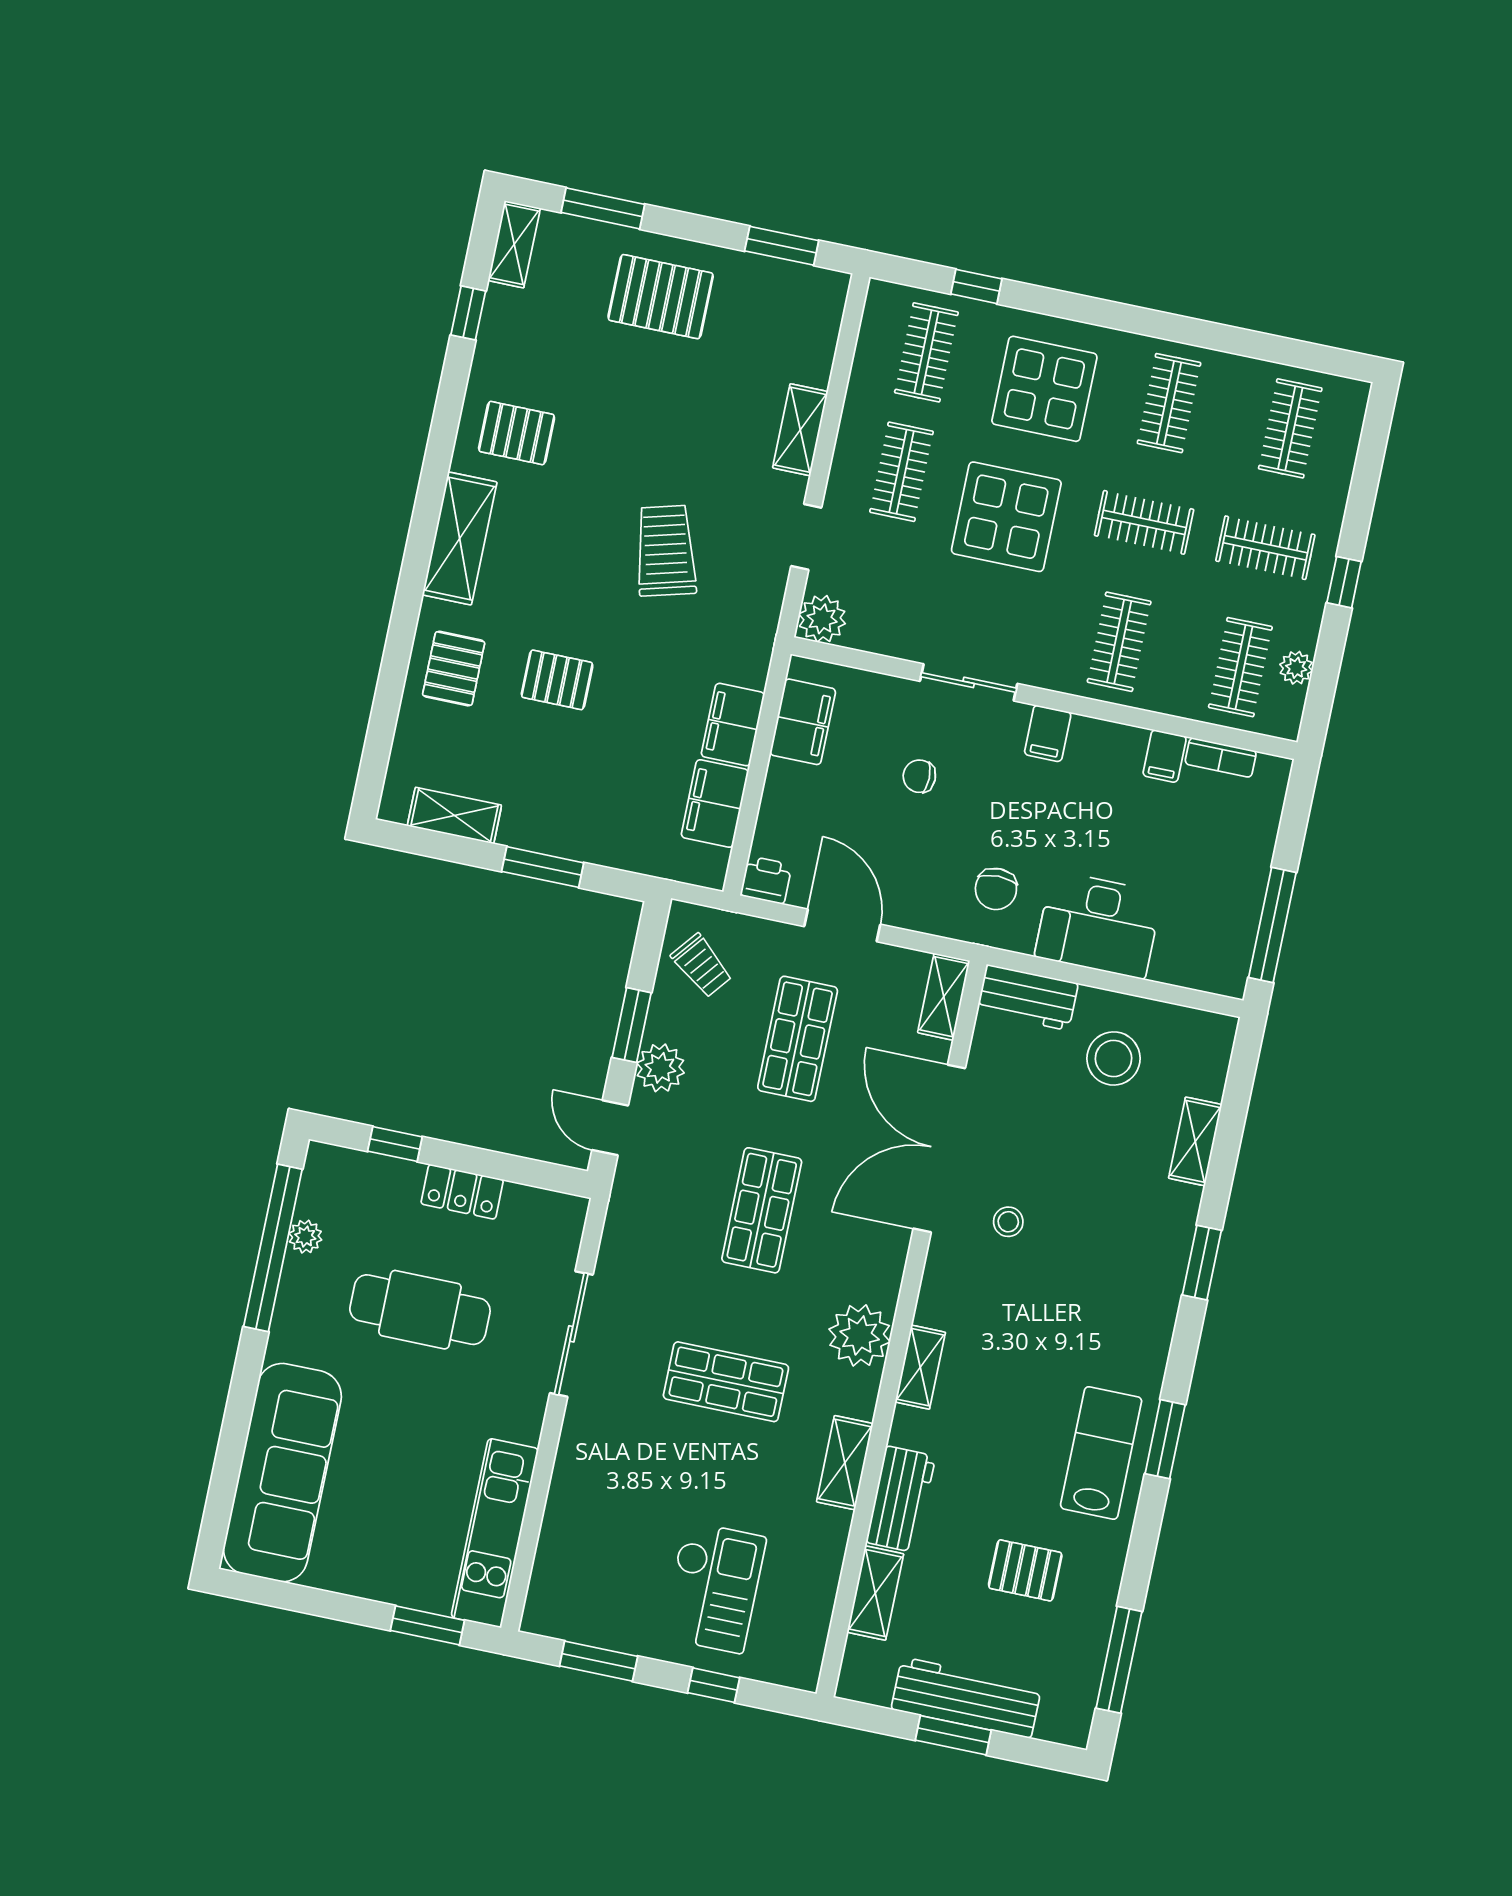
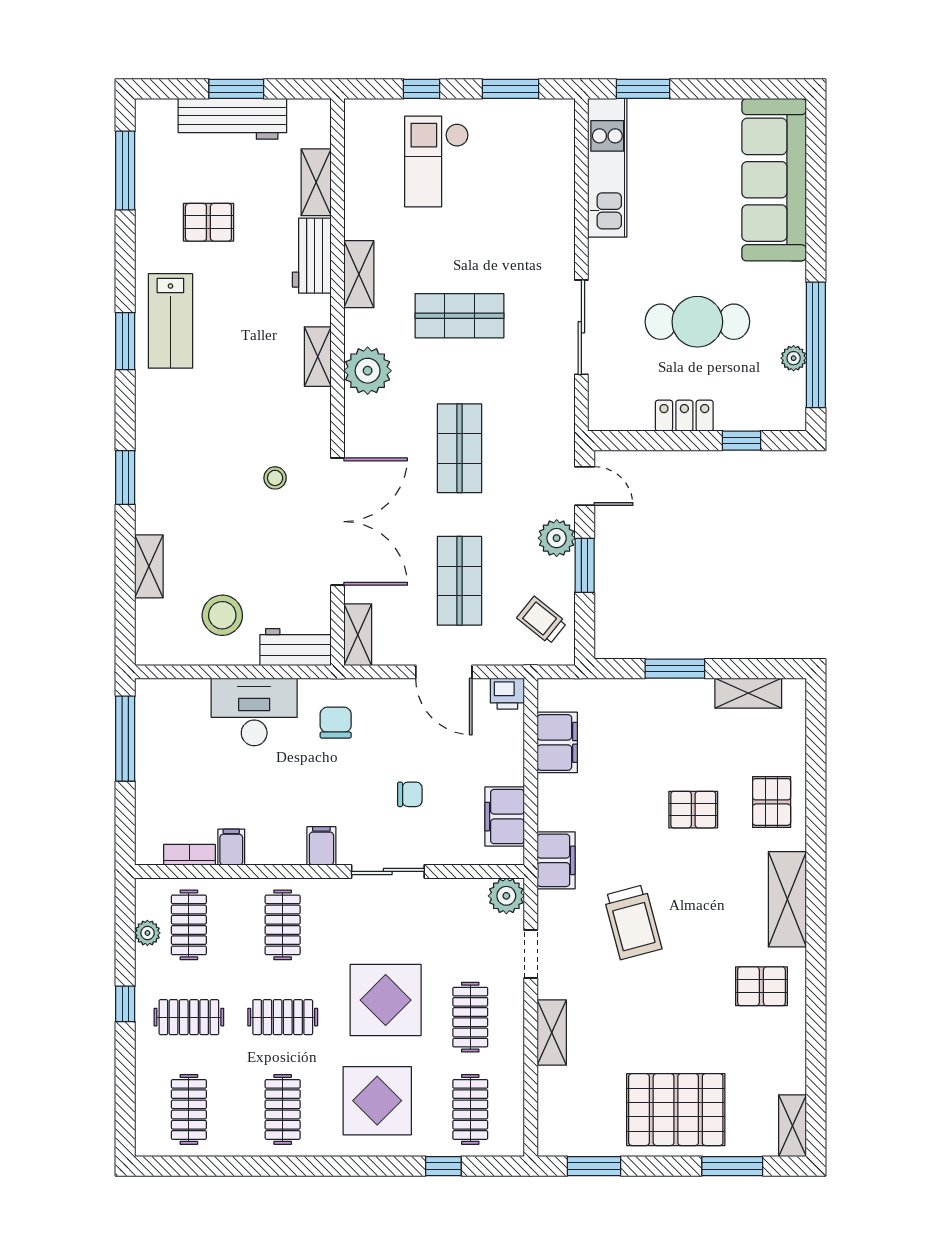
pallet: (661, 297) -> (676, 1110), width x1.37, depth x1.41
window: (468, 313) -> (816, 1068), removed
filing cabinet: (733, 725) -> (556, 860), moved

